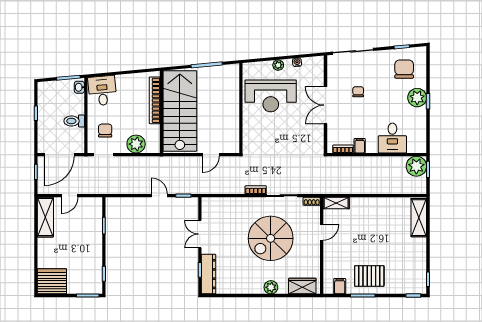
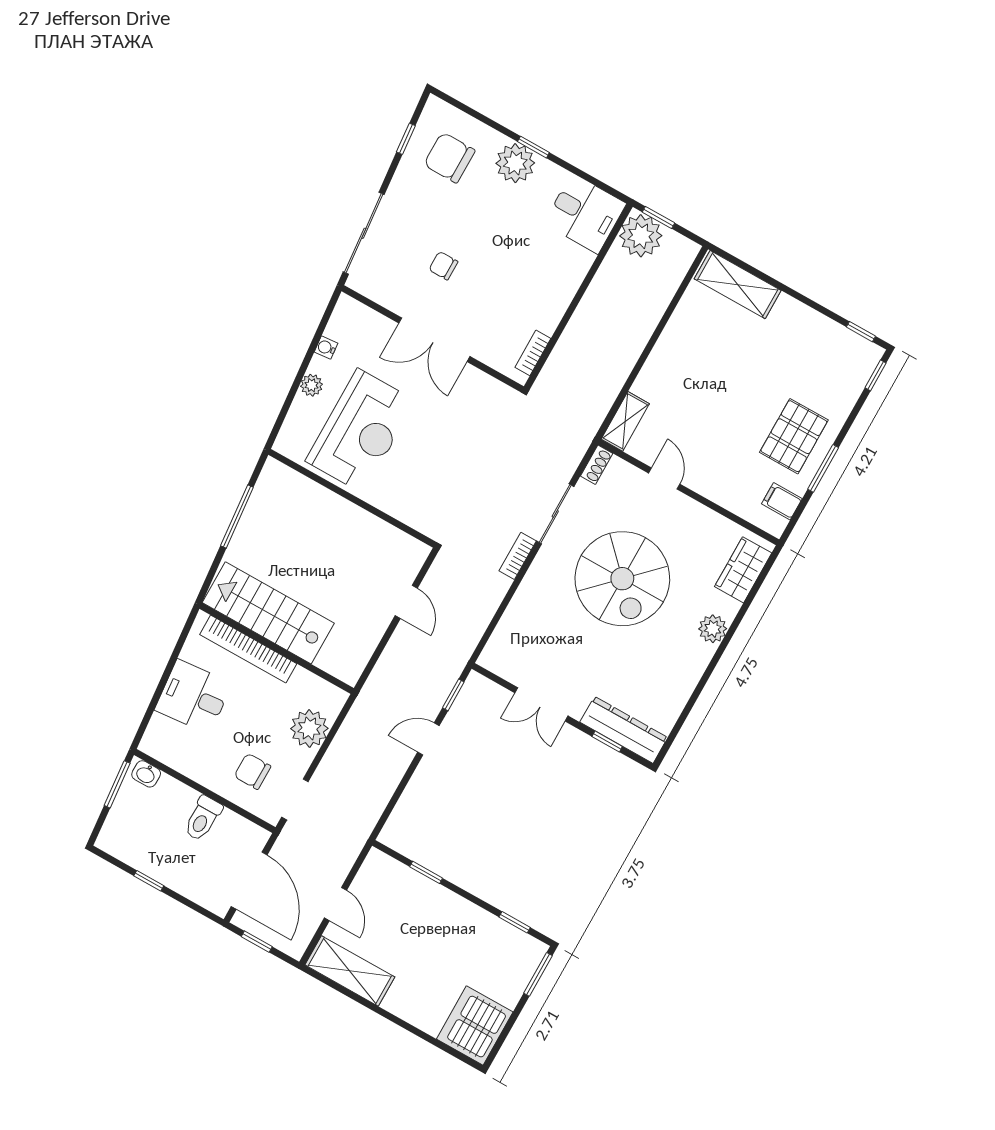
desk: (102, 91) -> (193, 697), moved
stairs: (180, 111) -> (268, 613), width x0.73, depth x0.66
desk: (392, 138) -> (585, 214), moved
filing cabinet: (360, 146) -> (544, 319), removed

